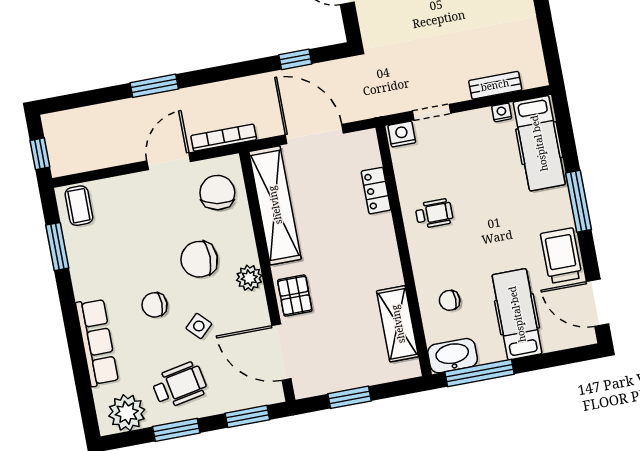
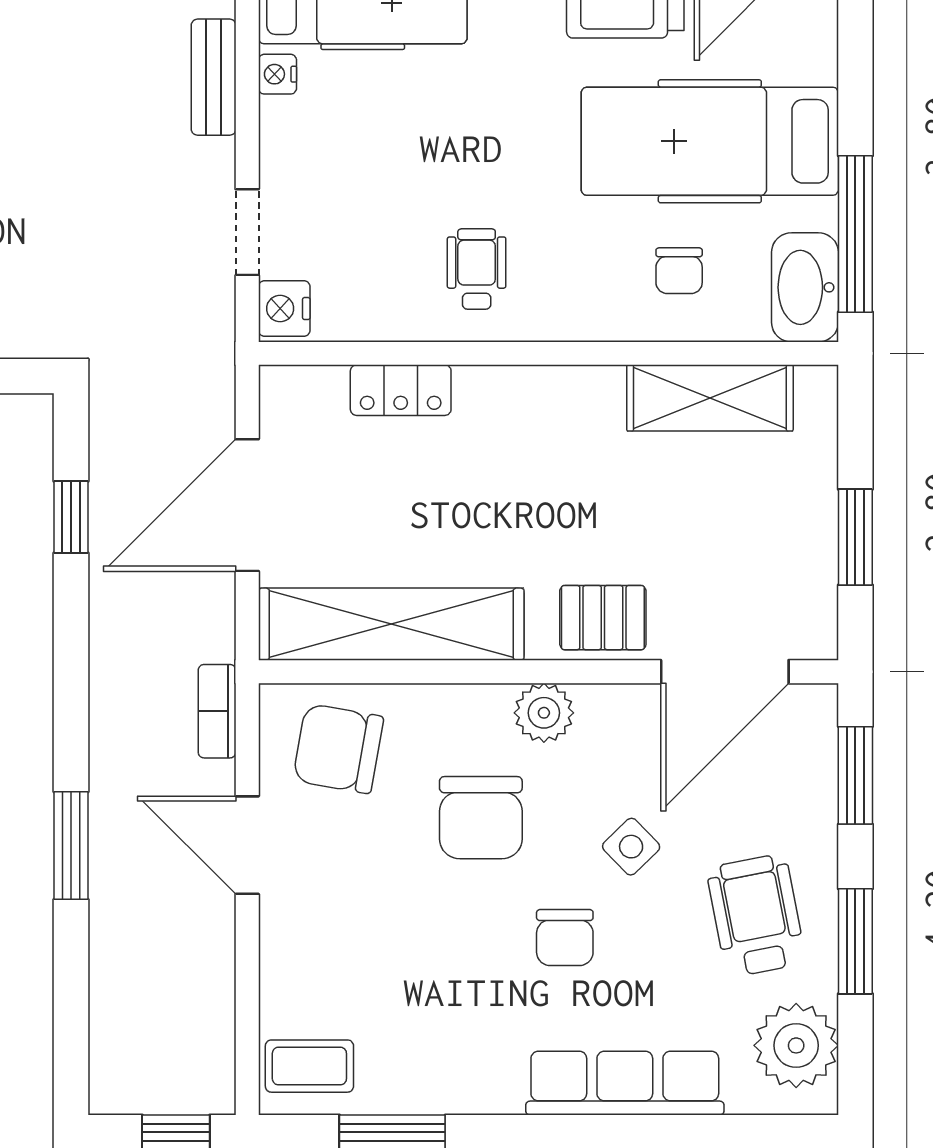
bookcase: (224, 138) -> (217, 711), width x0.64
hospital bed: (517, 314) -> (710, 141), width x1.37, depth x1.29

